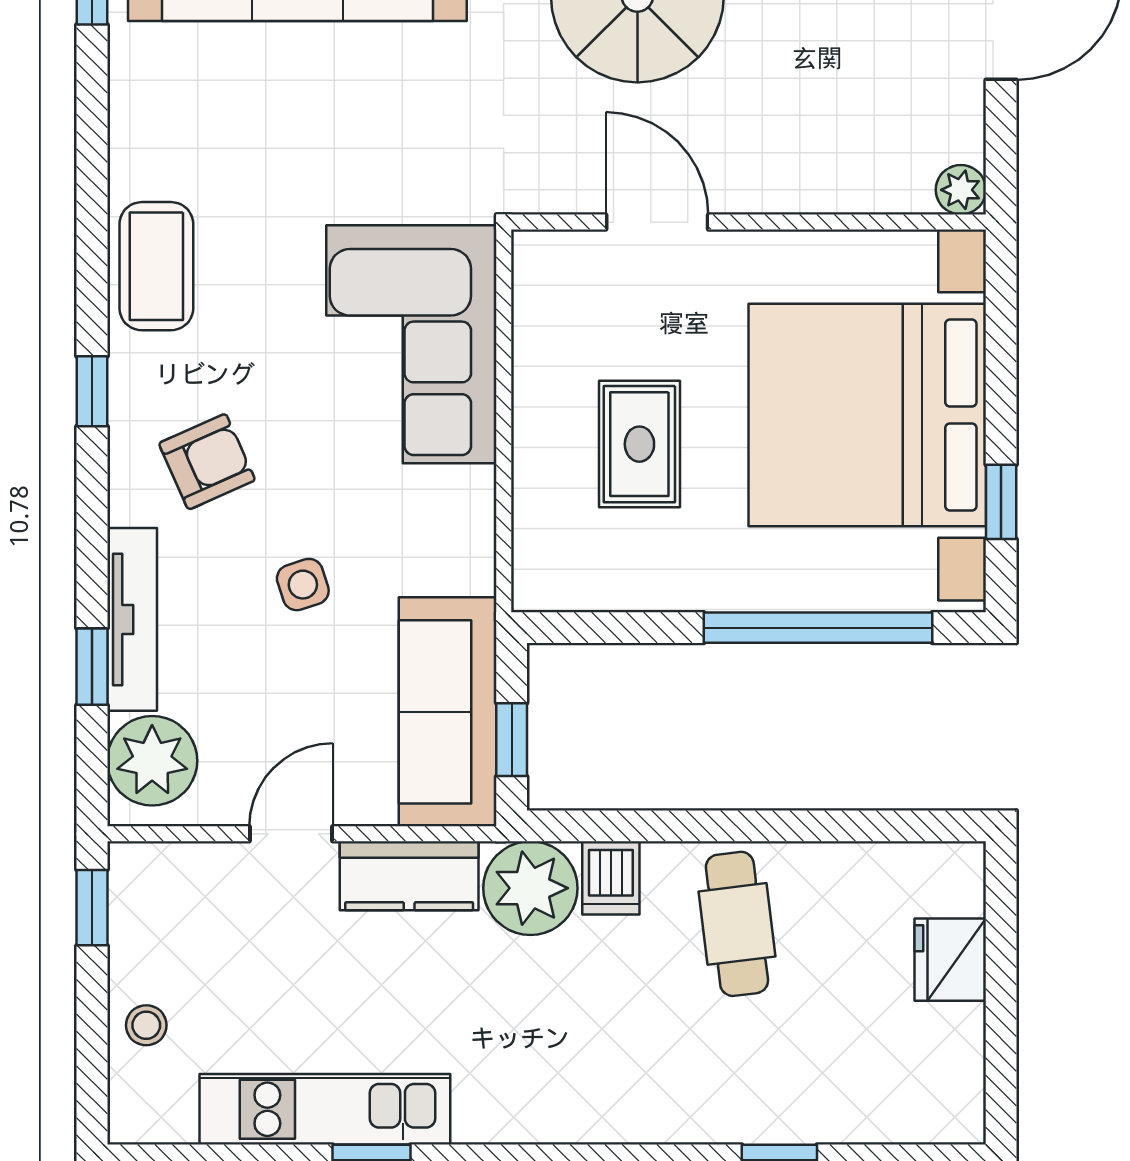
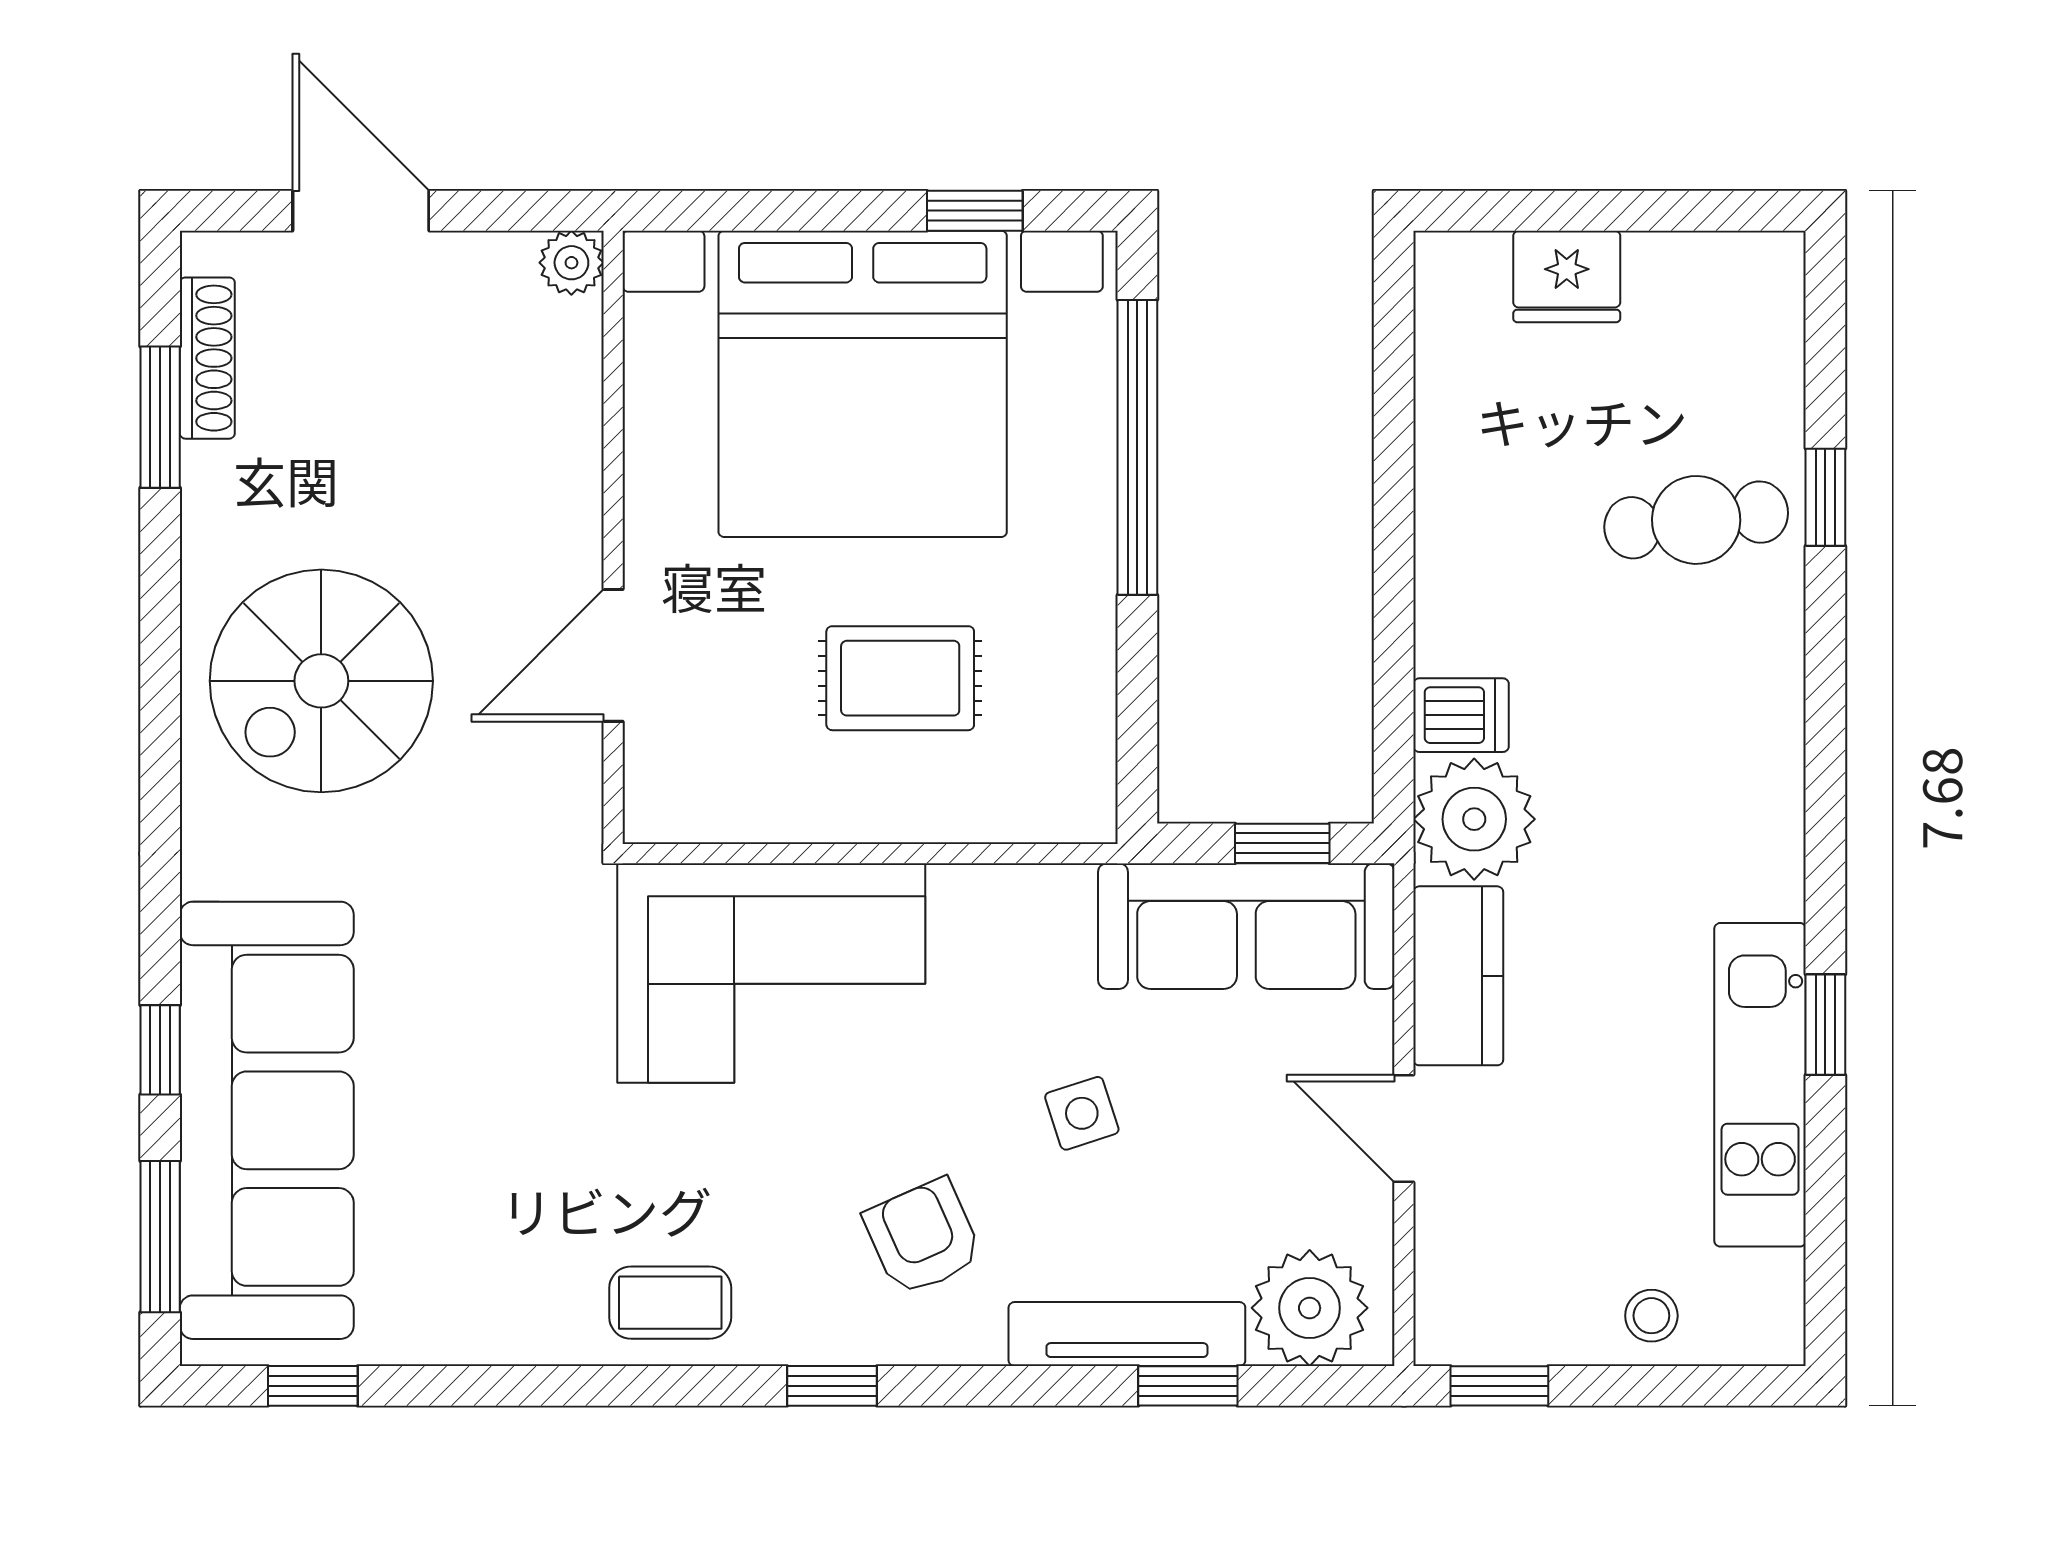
coffee table: (156, 266) -> (670, 1303), width x0.73, depth x0.77
cafe table: (737, 924) -> (1696, 520), moved

